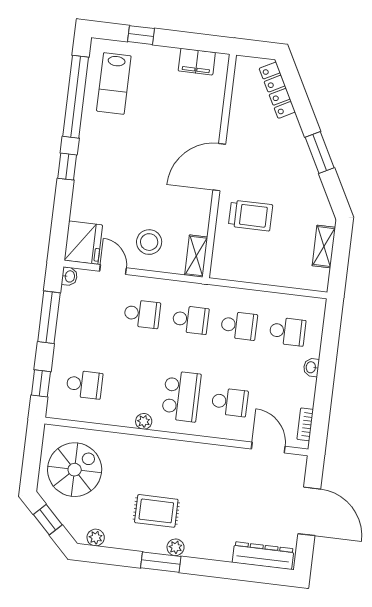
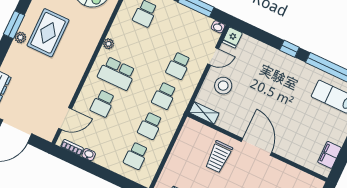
fridge: (83, 243) -> (232, 38), width x0.53, depth x0.75
washbasin: (311, 367) -> (89, 155), moved
rug: (156, 511) -> (48, 33), width x1.36, depth x1.43

